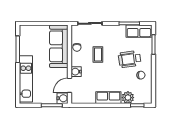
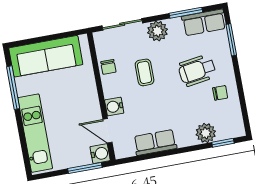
plant: (110, 31) -> (157, 31), added
sofa: (59, 46) -> (46, 56), moved, turned -90
door: (69, 85) -> (108, 131), hinge flipped
row of seats: (108, 98) -> (155, 142), moved

